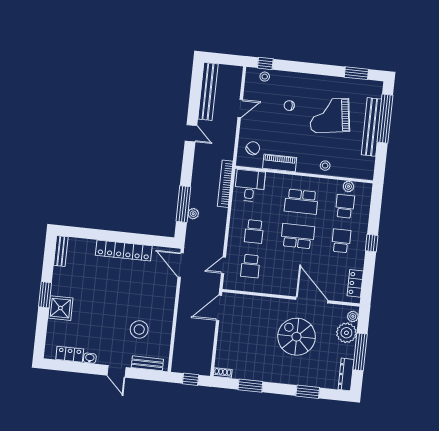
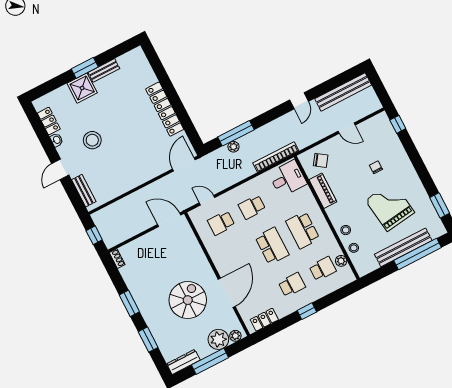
stool: (265, 77) -> (354, 248), moved
bench: (61, 251) -> (104, 70), moved
stool: (139, 329) -> (92, 140), moved
window: (250, 386) -> (129, 303), moved

